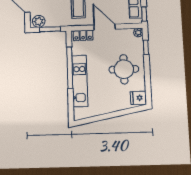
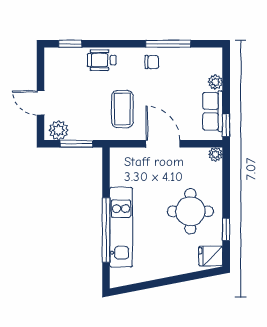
locker: (83, 35) -> (129, 156), removed
window: (146, 47) -> (226, 229), moved
window: (70, 68) -> (106, 230), moved

